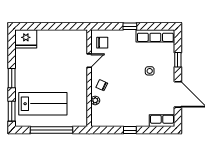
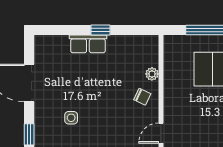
row of seats: (162, 121) -> (88, 44), moved

